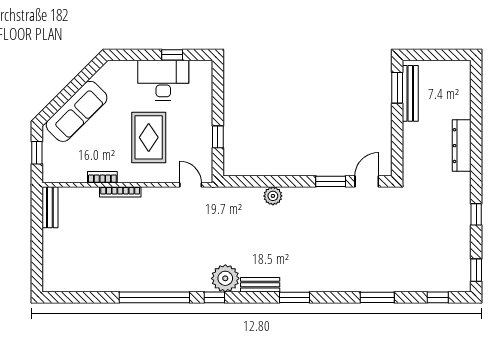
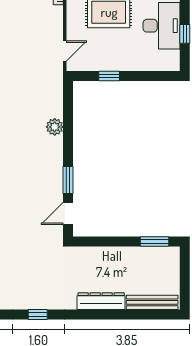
bench: (410, 93) -> (152, 302), moved
door: (367, 181) -> (68, 213), swing flipped

